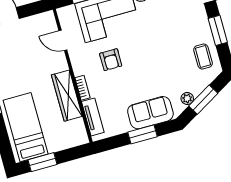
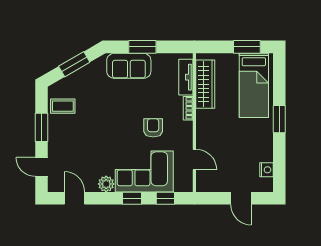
coffee table: (203, 57) -> (63, 106), turned 90
wardrobe: (67, 96) -> (205, 84), moved
plant: (187, 98) -> (89, 70), removed

